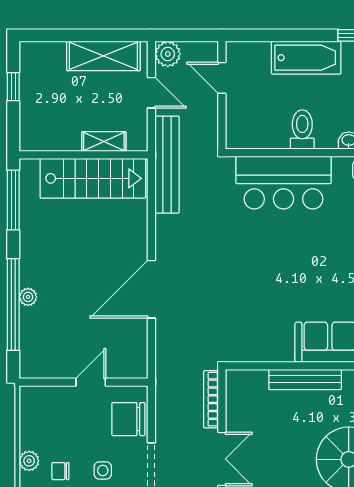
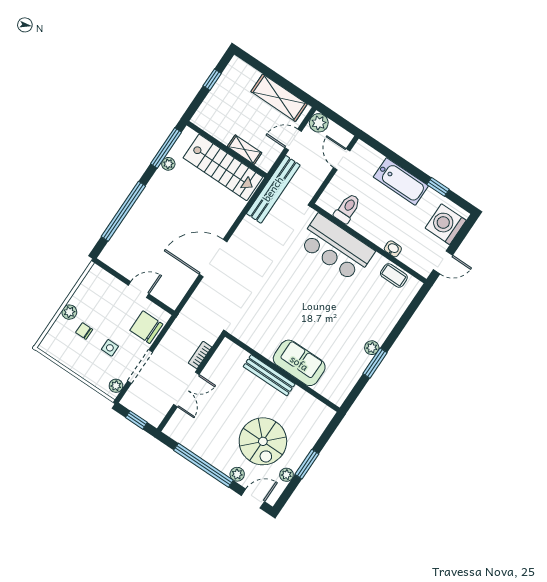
door: (151, 93) -> (293, 140), swing flipped
toilet: (302, 129) -> (347, 208), moved
plant: (28, 297) -> (168, 164), moved
bookcase: (211, 399) -> (200, 355), width x0.64

